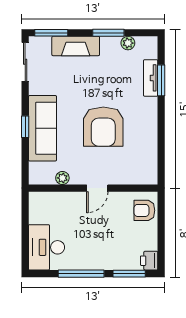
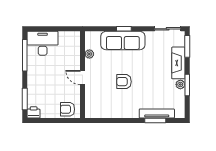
plant: (128, 43) -> (180, 84), moved
tv unit: (151, 78) -> (157, 114), width x1.41
armchair: (103, 127) -> (124, 82), width x0.53, depth x0.53
armchair: (144, 210) -> (67, 109), turned -90
window: (81, 274) -> (25, 55), moved

